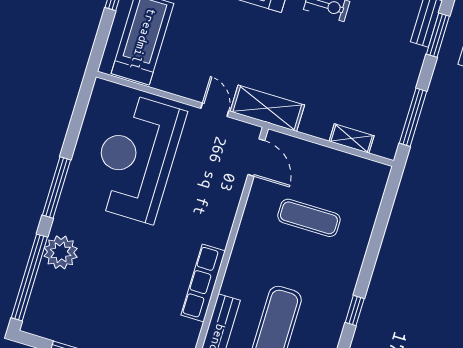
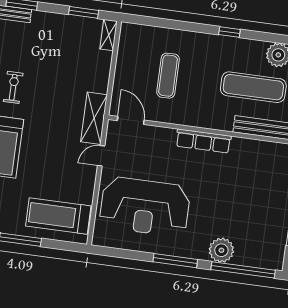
window: (413, 117) -> (84, 12), width x0.69
shelving: (352, 138) -> (109, 35), moved
door: (256, 158) -> (131, 120), hinge flipped
row of seats: (203, 283) -> (203, 141), moved

